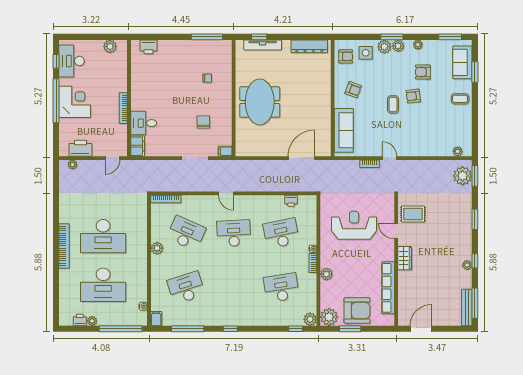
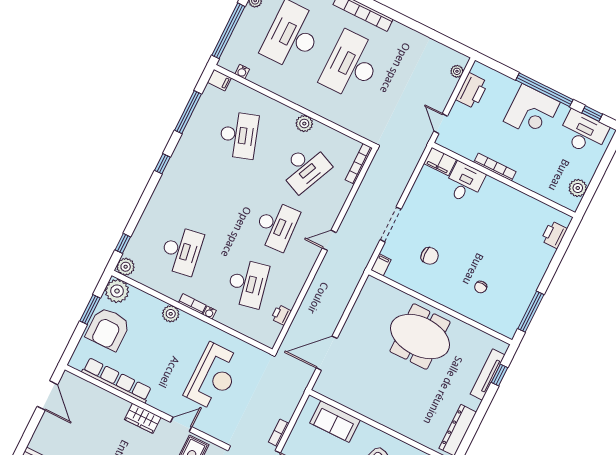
sofa: (344, 130) -> (335, 421), width x0.73
door: (301, 158) -> (327, 353), swing flipped

